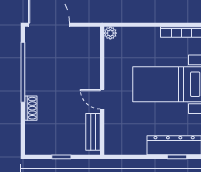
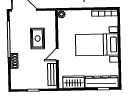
rug: (70, 72) -> (38, 38), added
door: (102, 99) -> (57, 55), hinge flipped
wardrobe: (128, 145) -> (74, 82), added

